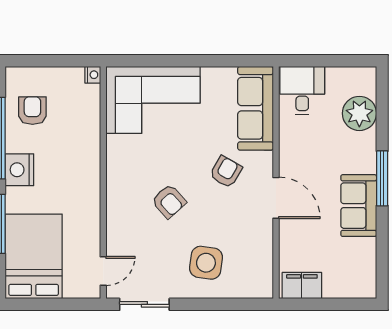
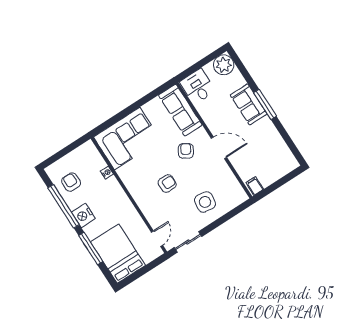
nightstand: (93, 75) -> (107, 173), moved
plant: (359, 113) -> (224, 65), moved
armchair: (169, 201) -> (167, 184), turned -48
sofa: (359, 206) -> (249, 104), moved
filing cabinet: (302, 286) -> (255, 186), width x0.50

